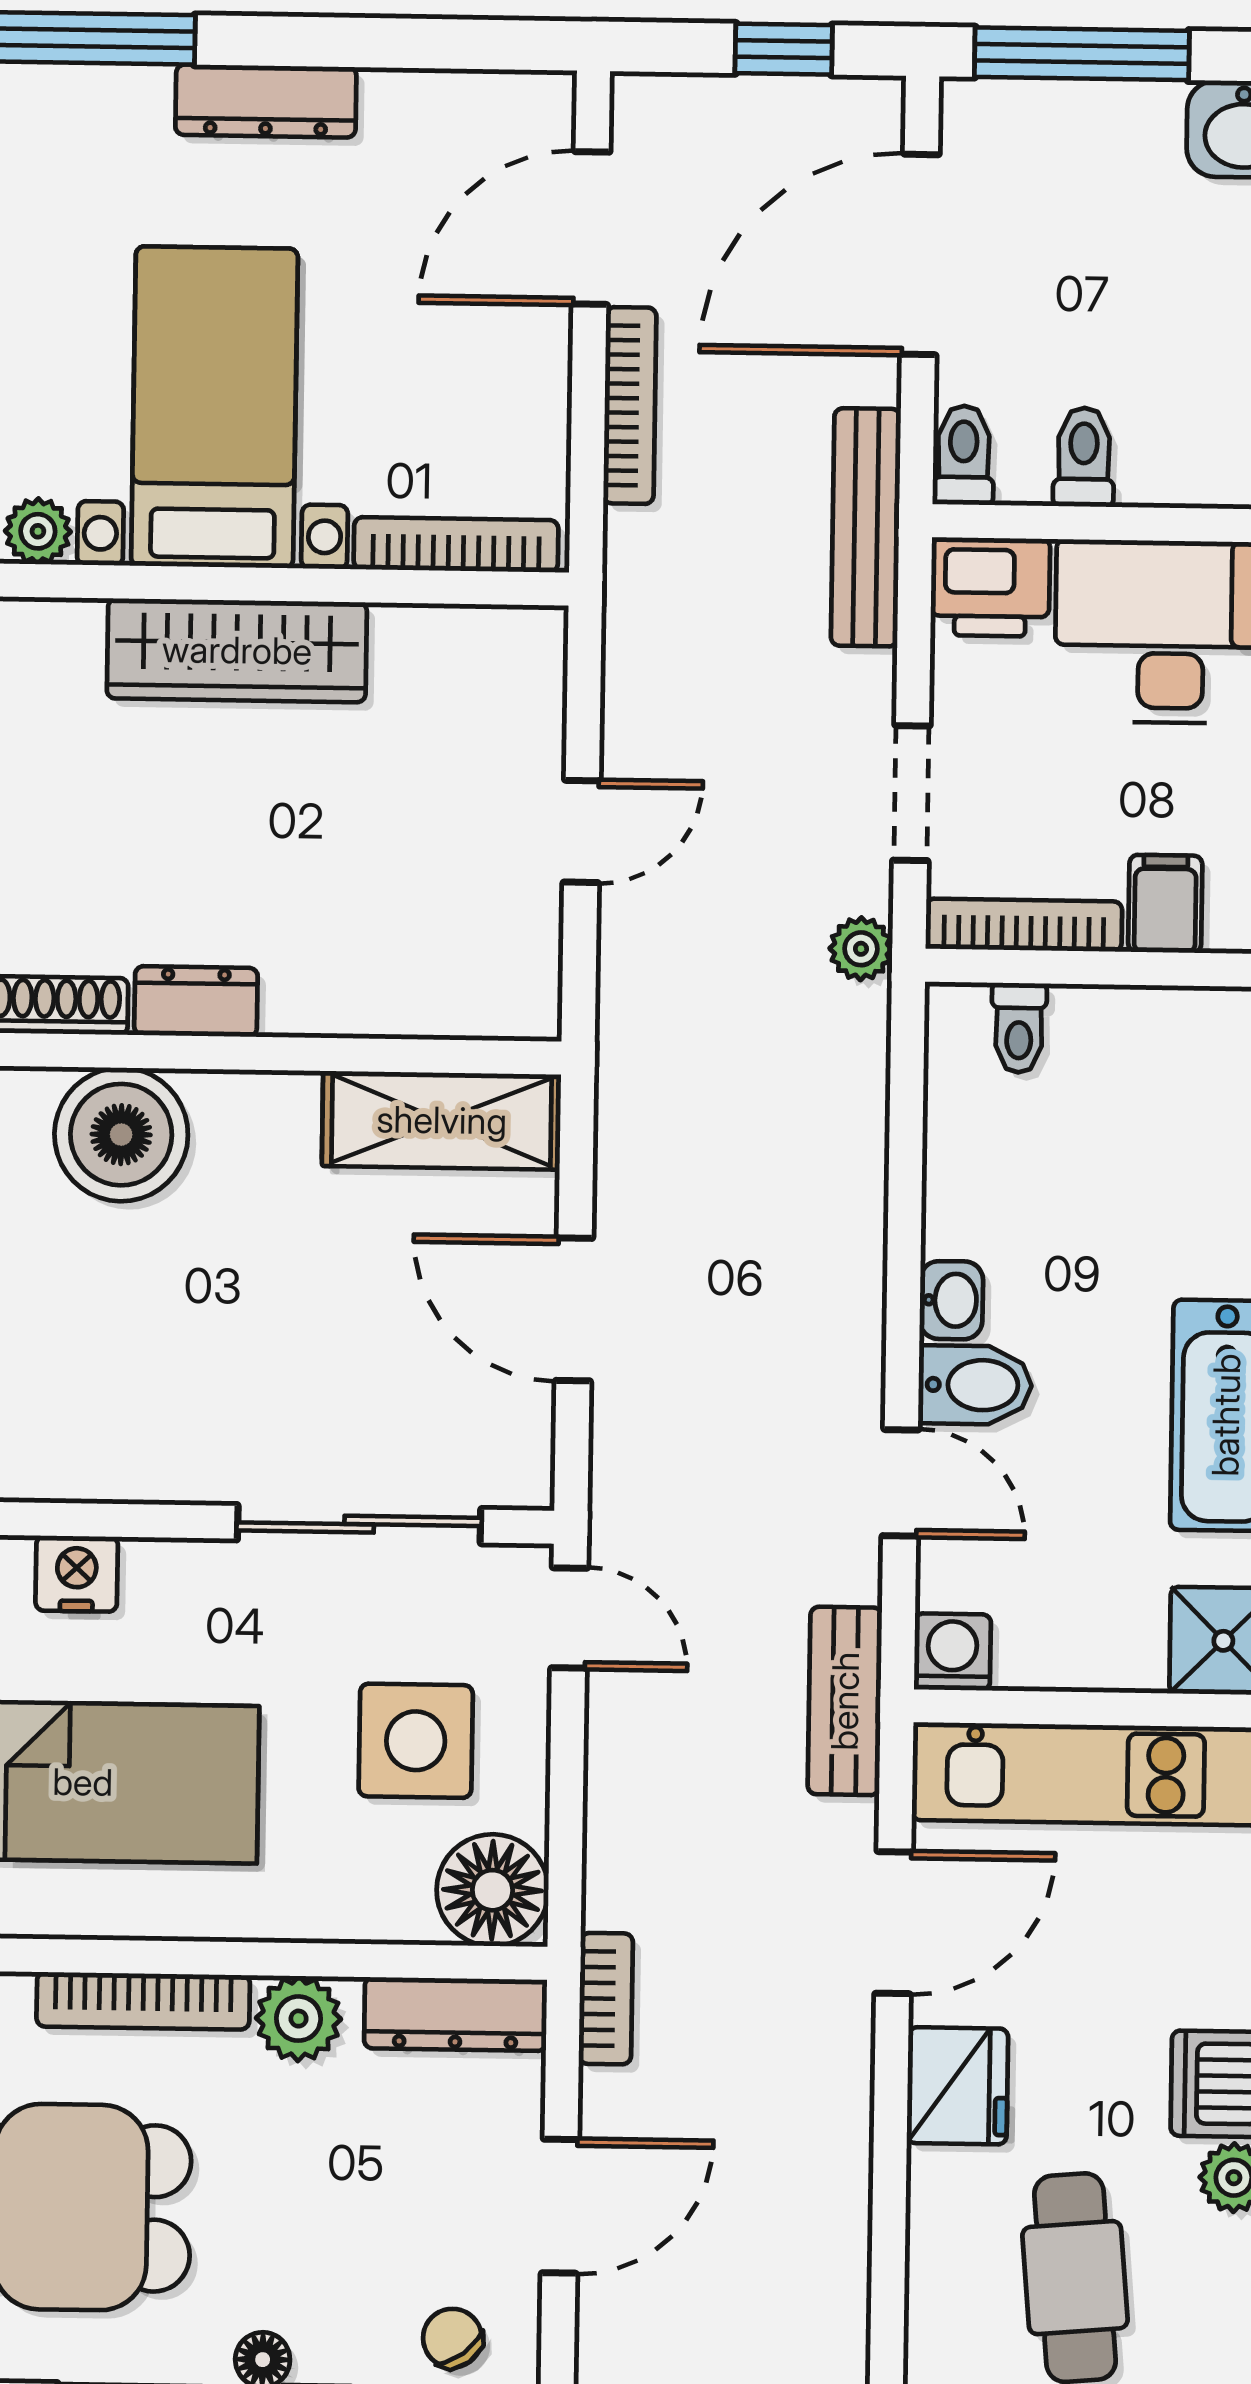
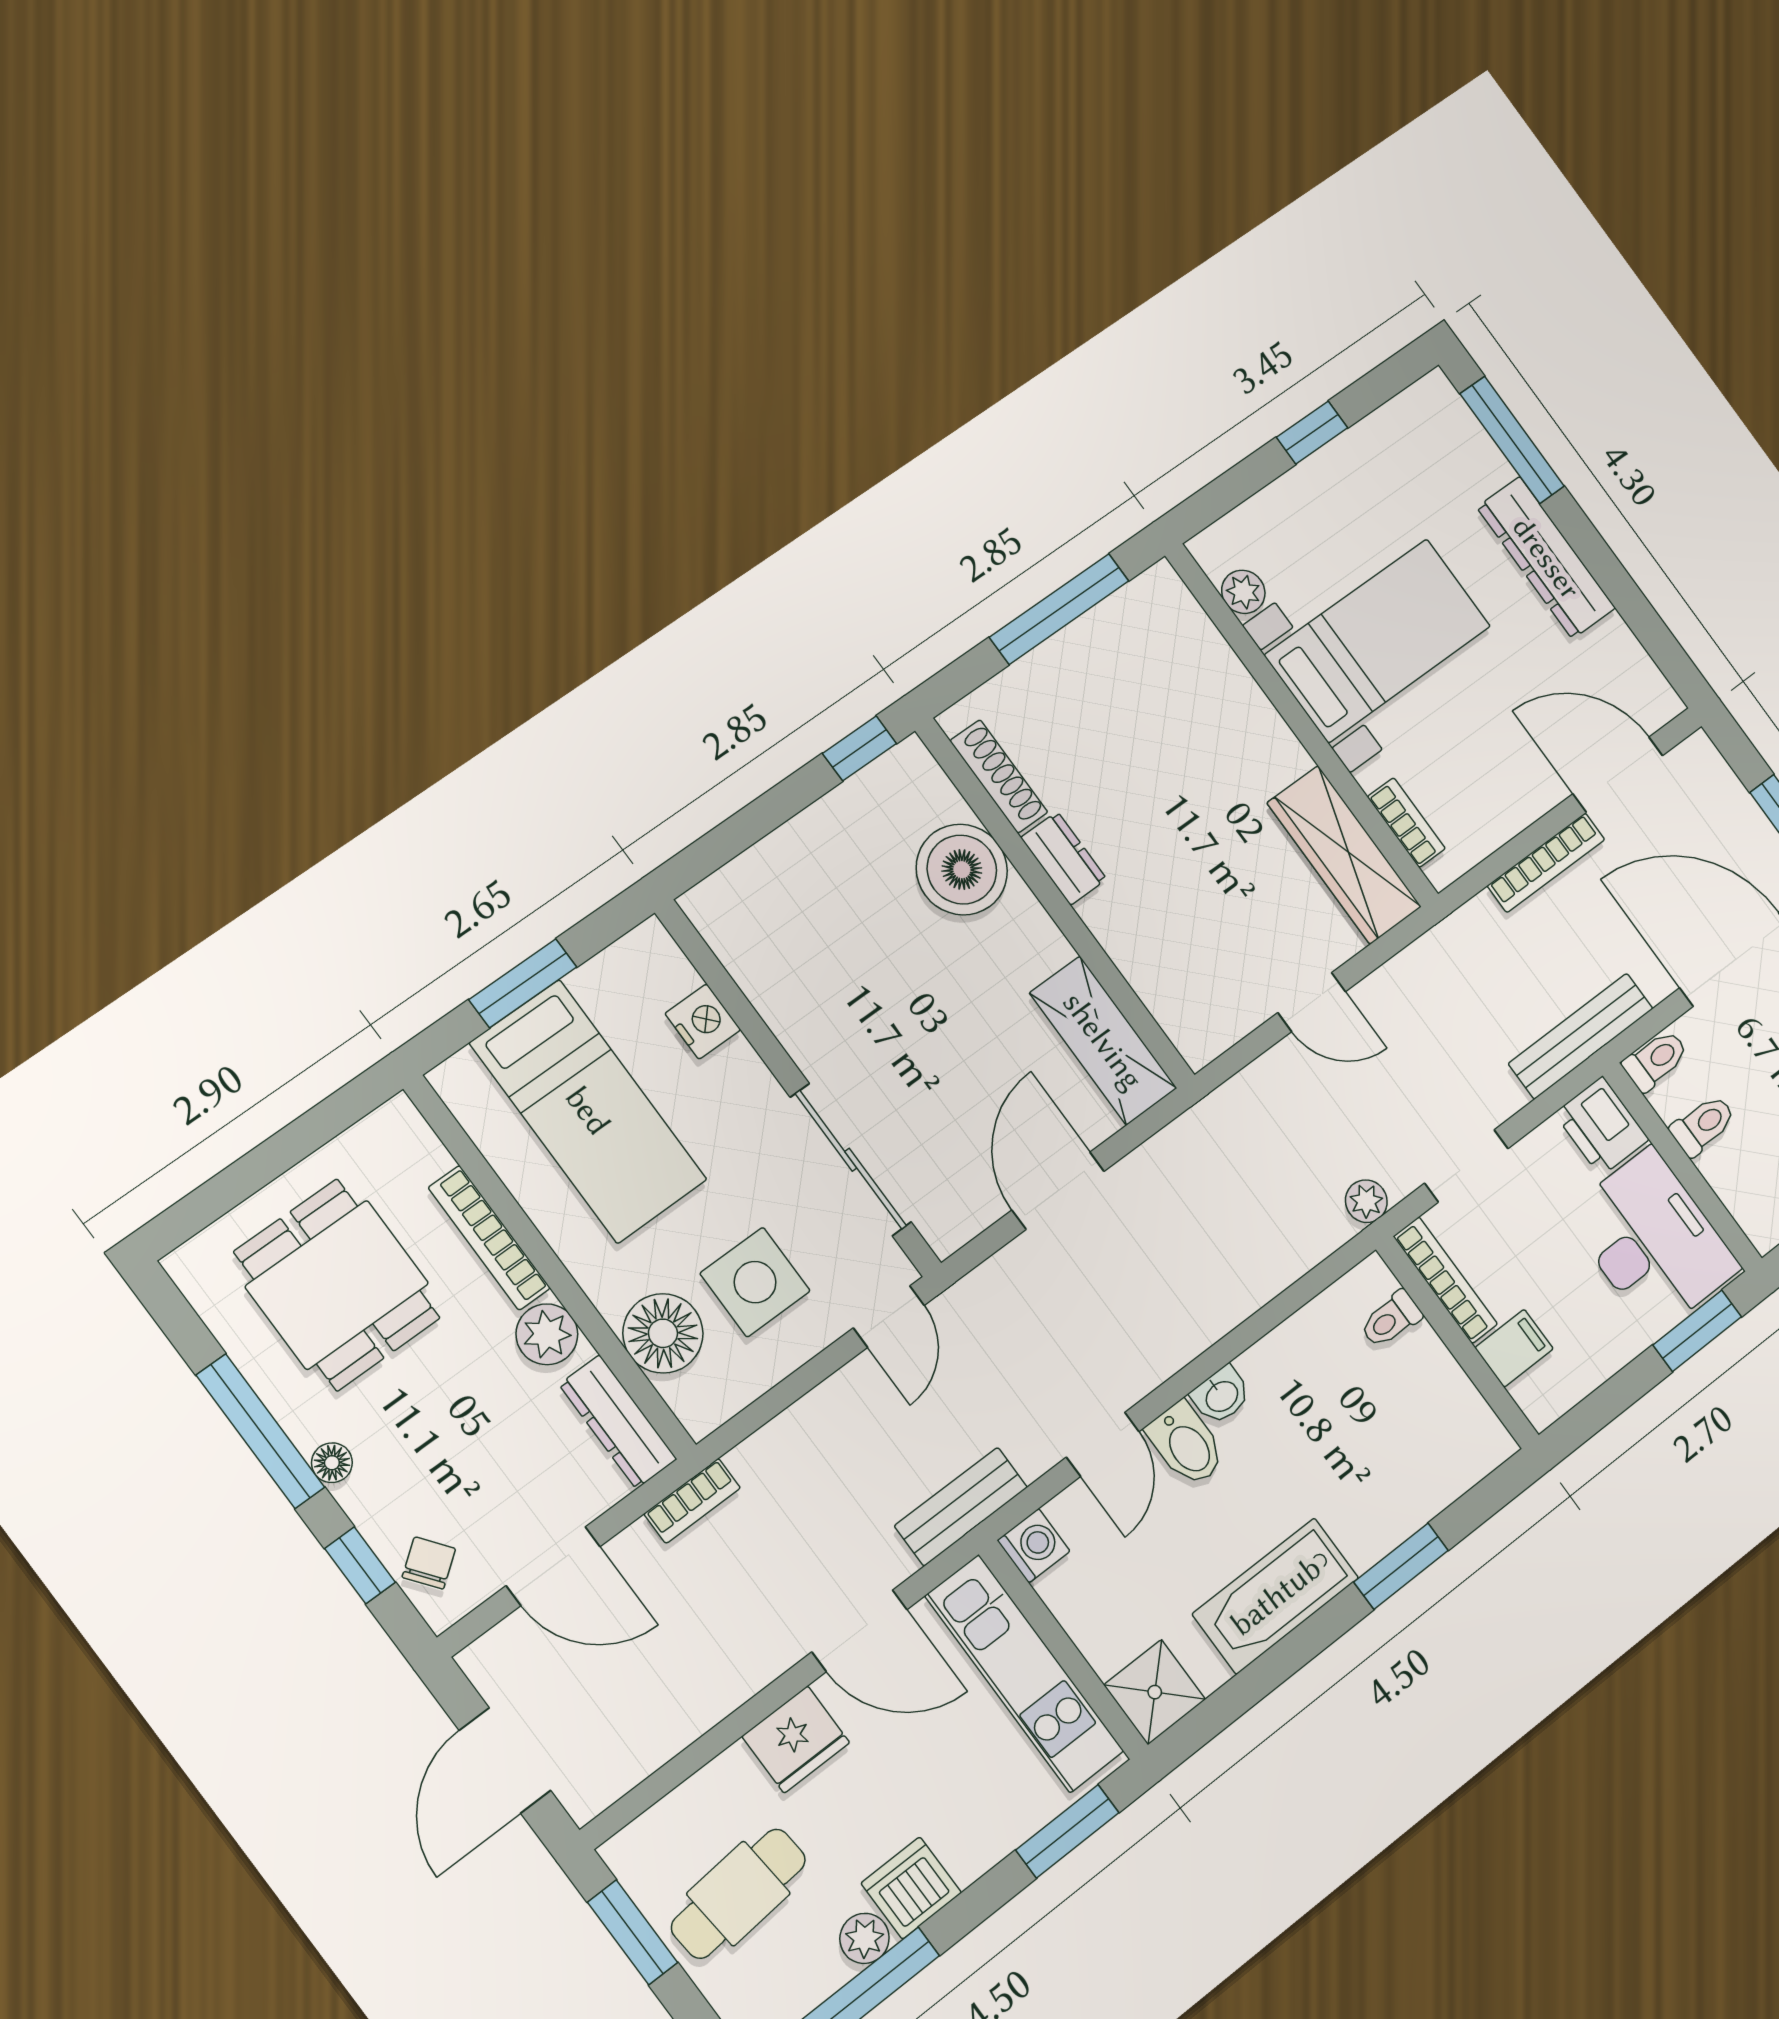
dresser: (266, 101) -> (1546, 558), width x1.37, depth x1.24
bookcase: (456, 545) -> (1406, 823), width x0.64
wardrobe: (237, 650) -> (1344, 855), moved
floor lamp: (492, 1890) -> (663, 1333), moved

